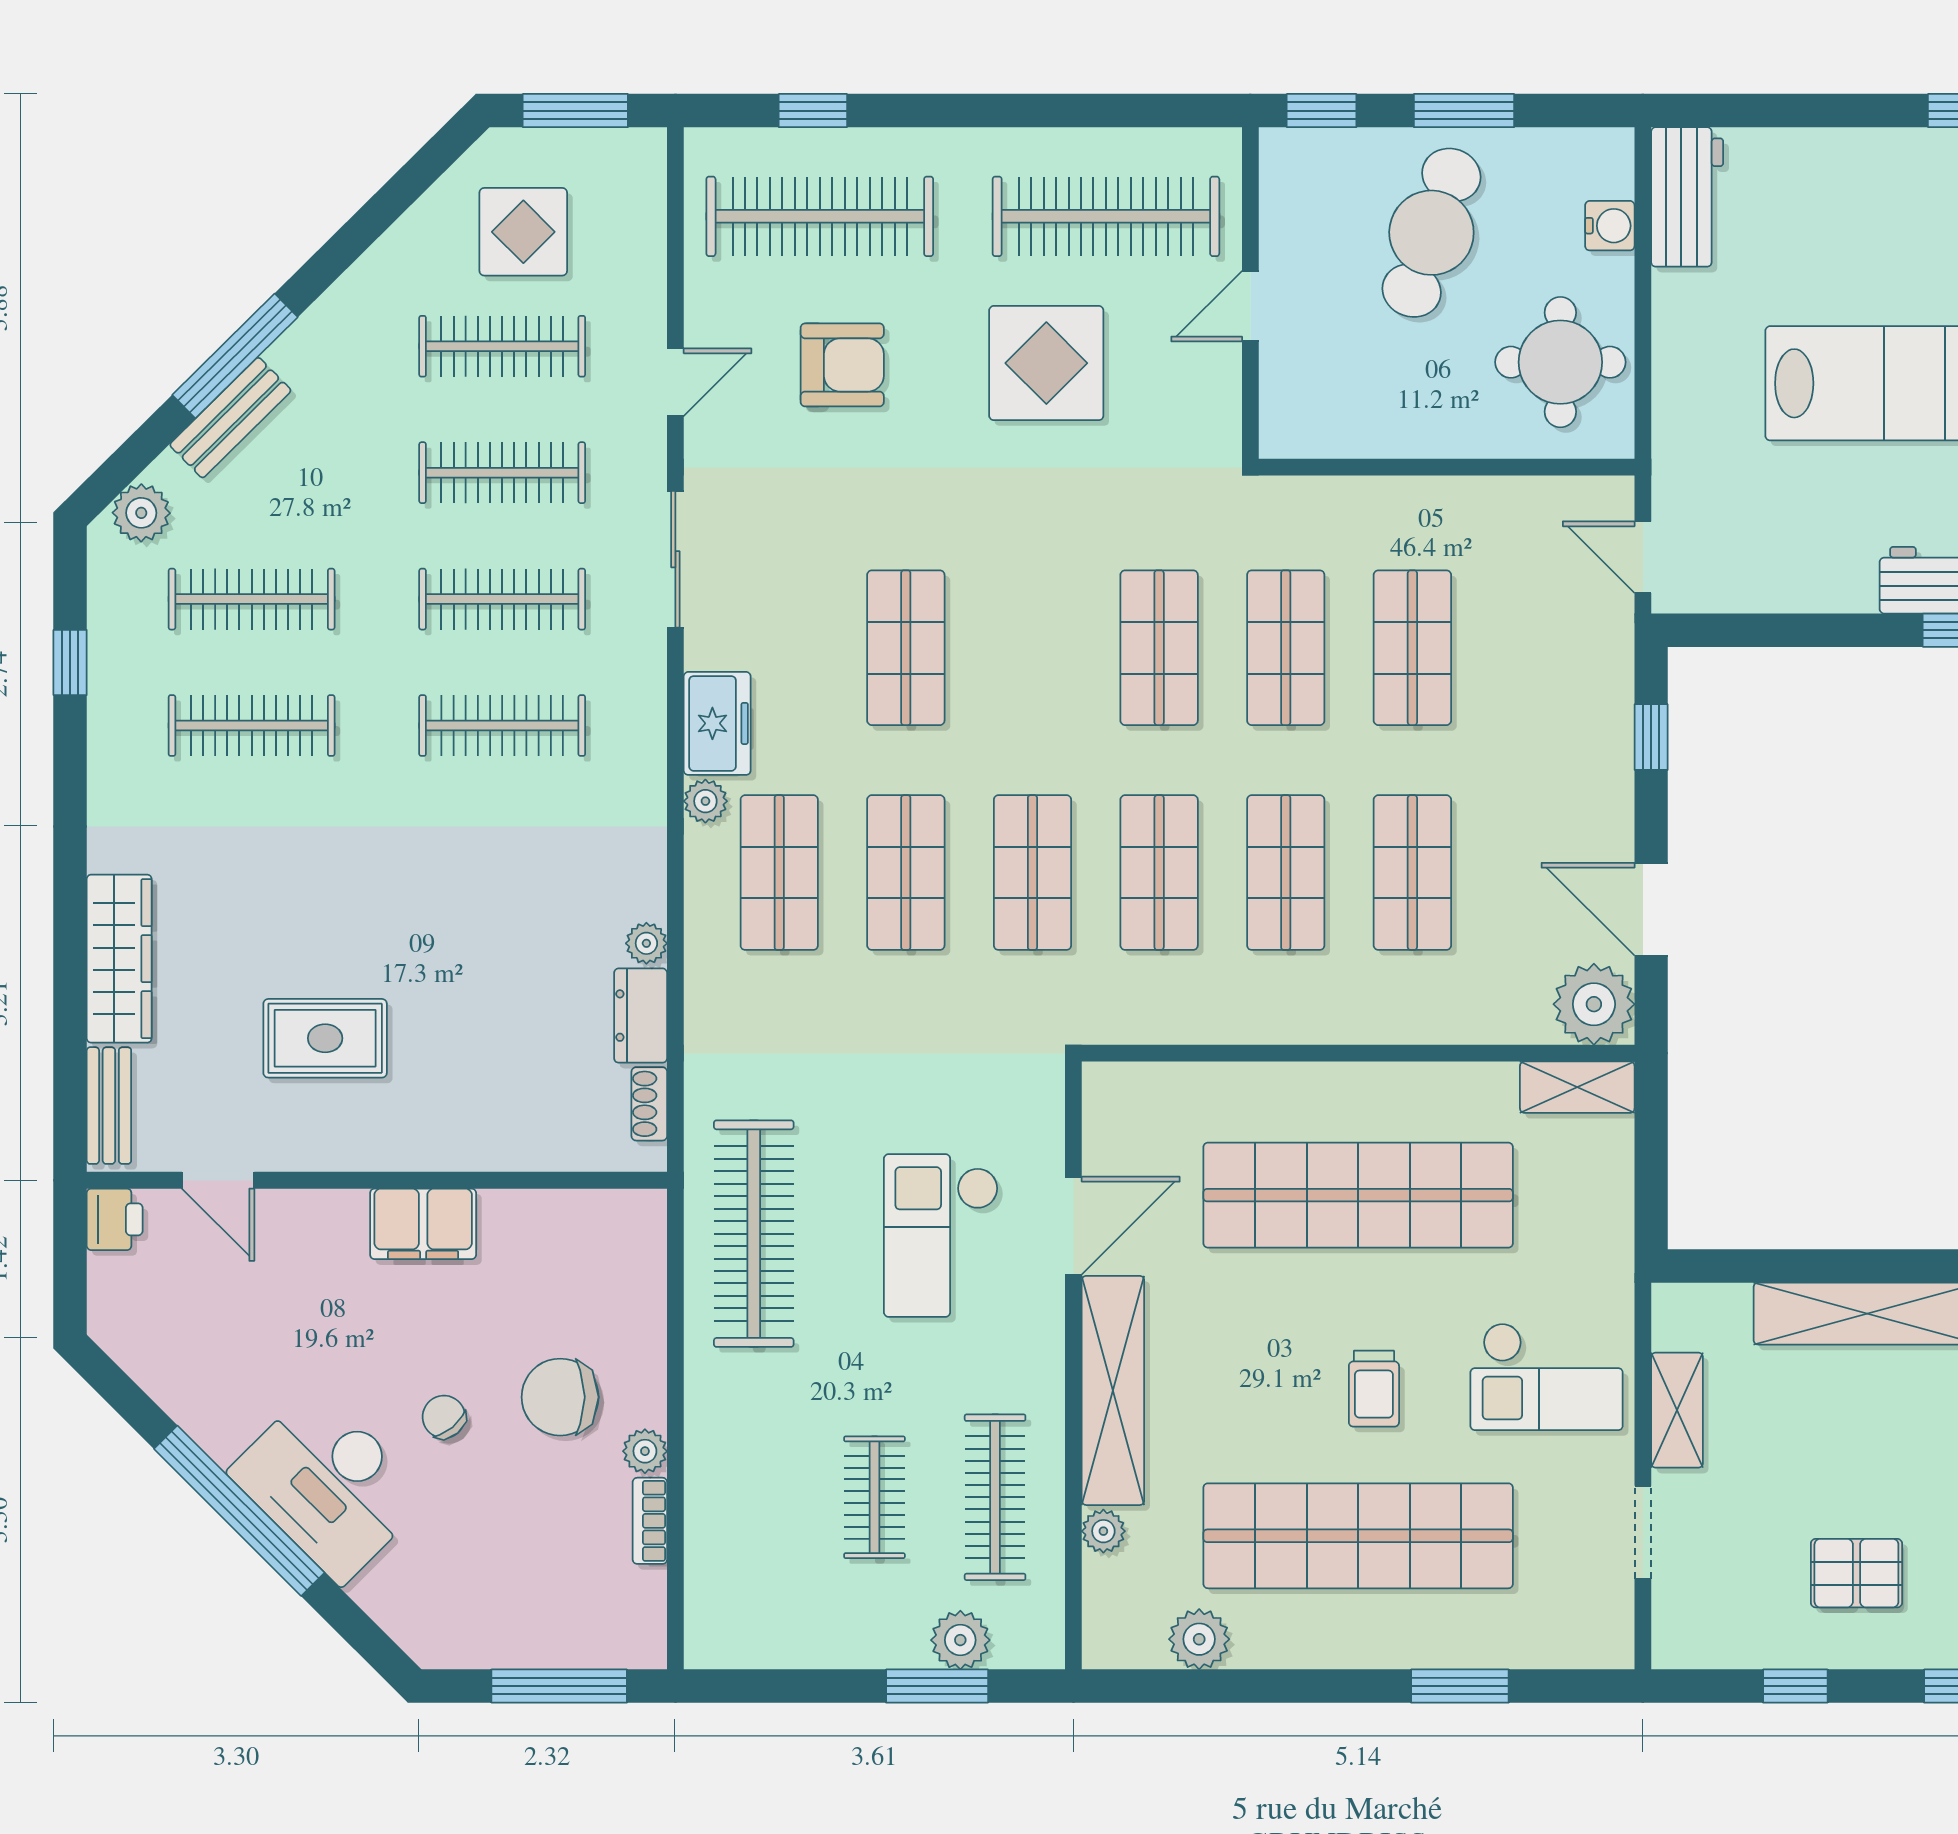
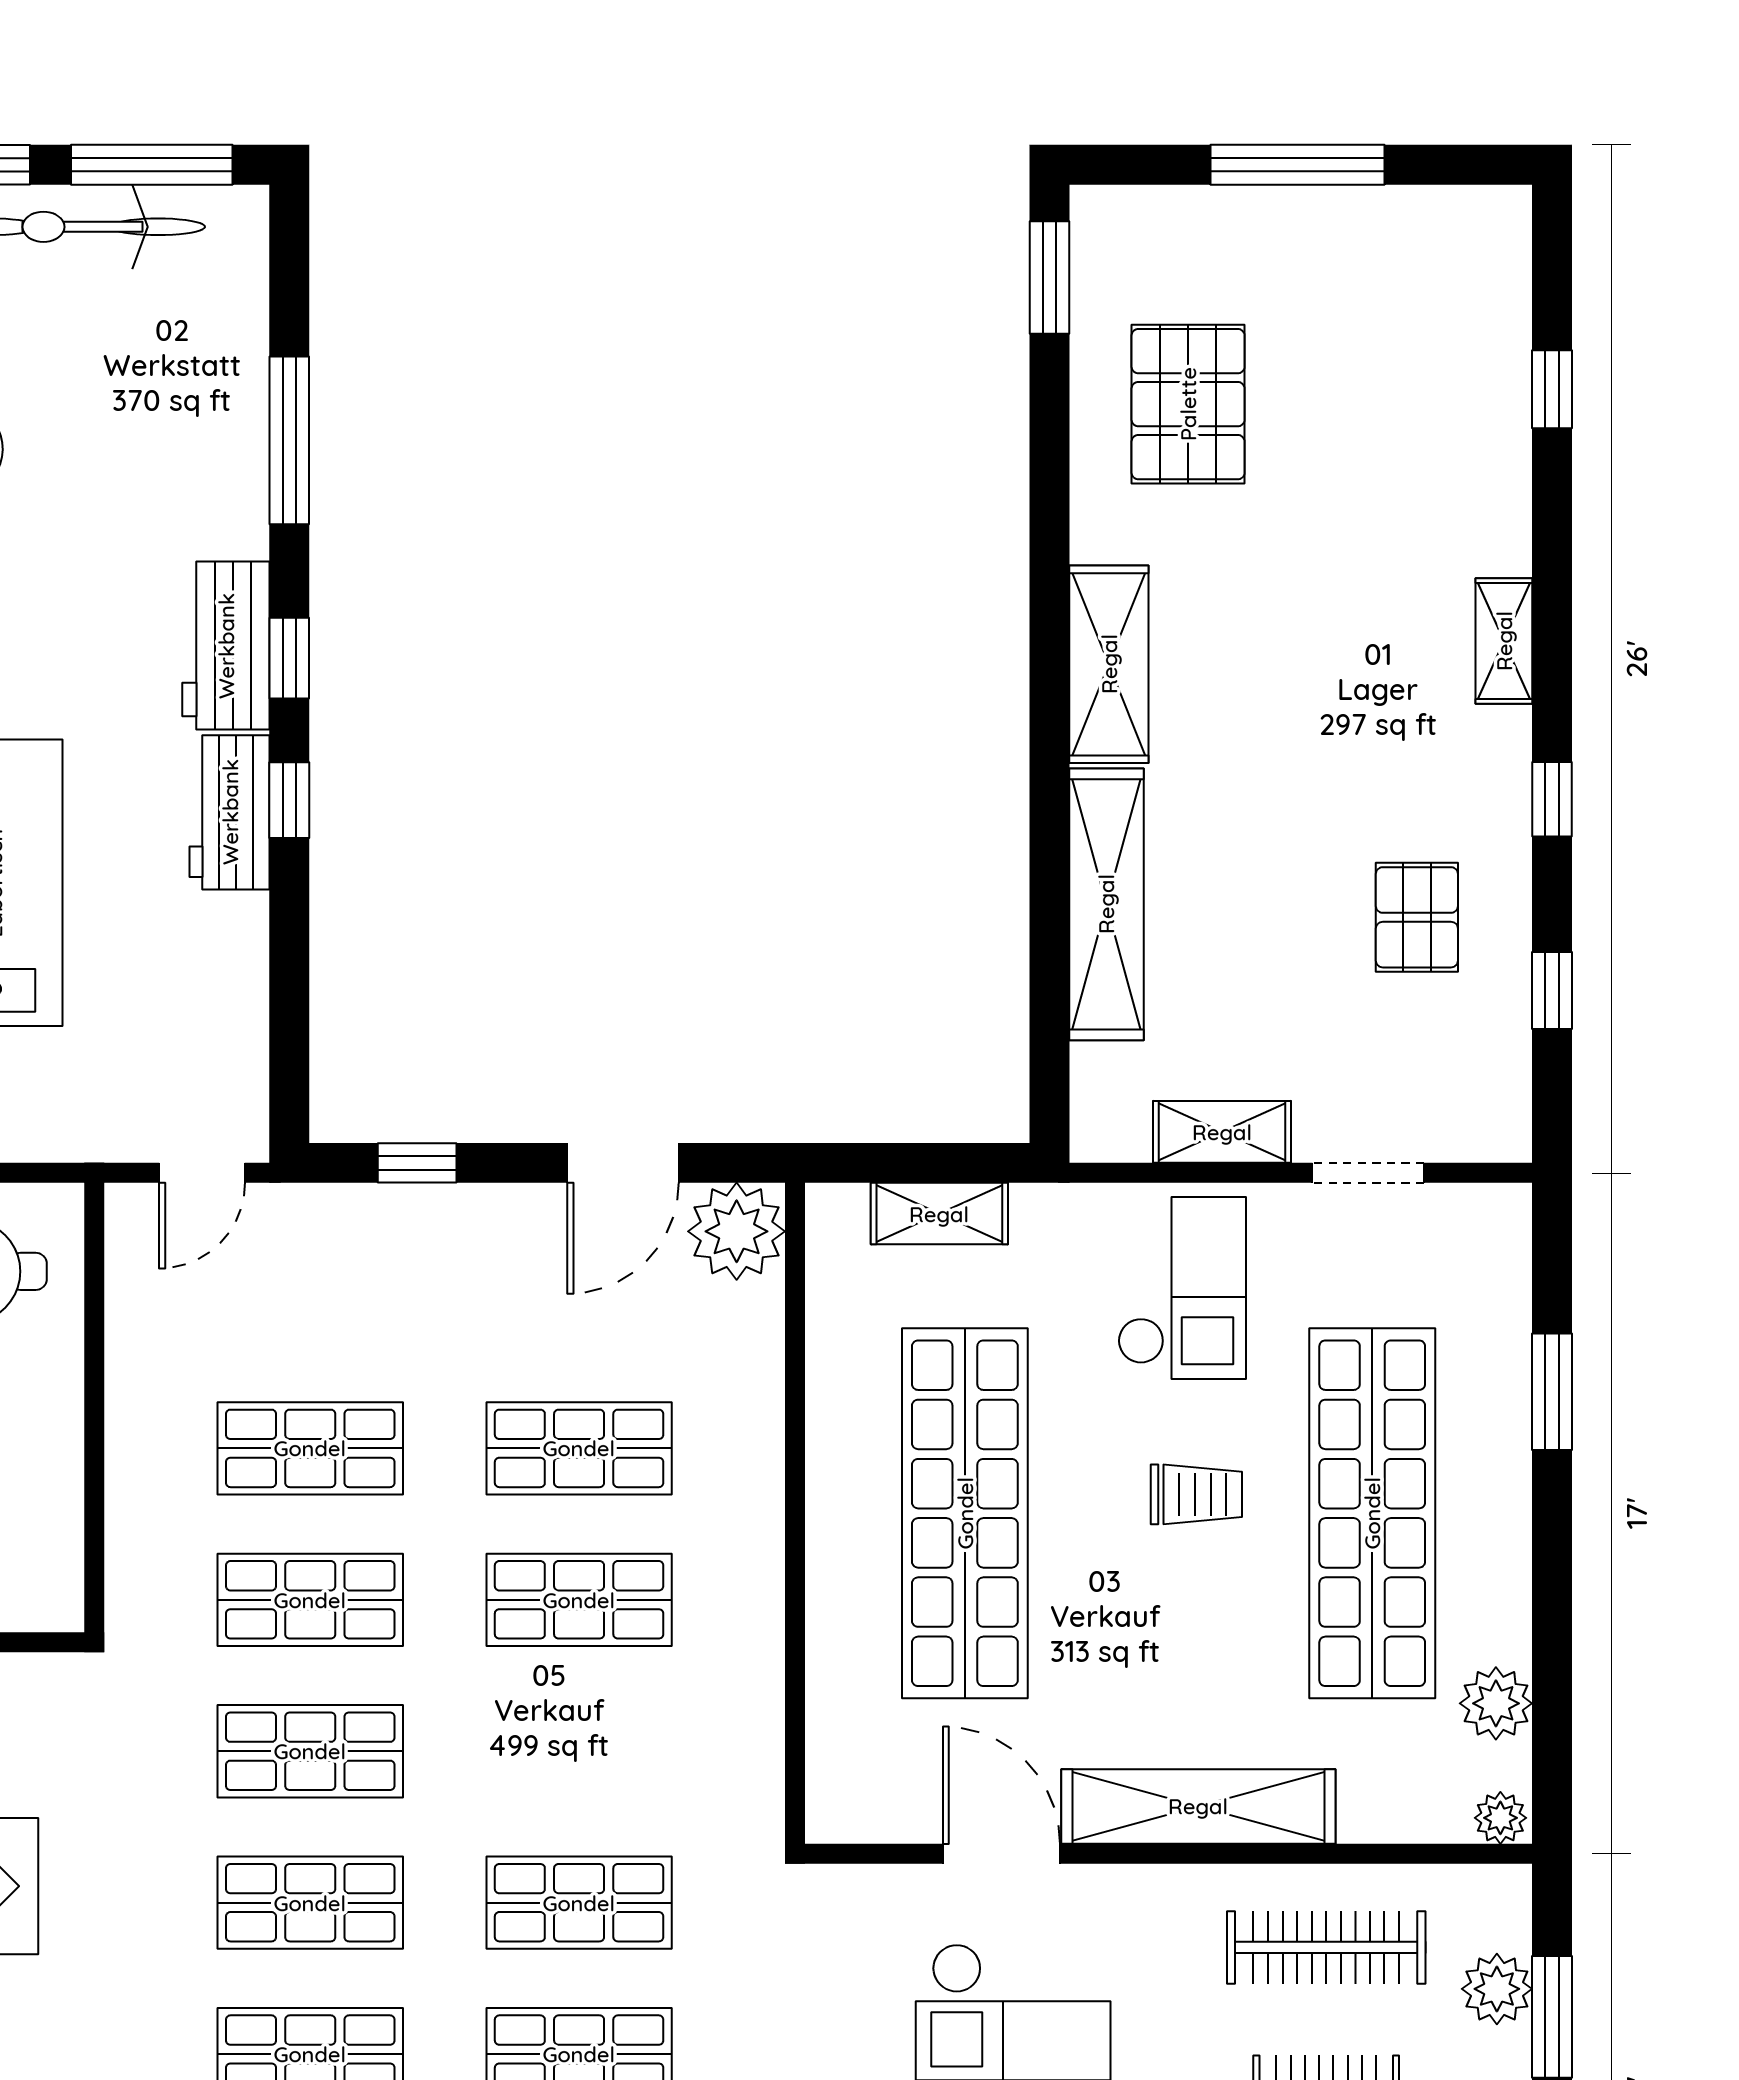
shop shelf: (1159, 873) -> (310, 1903), moved
shelving: (1577, 1087) -> (939, 1214), moved, turned 90
plant: (1103, 1531) -> (1500, 1818), moved

